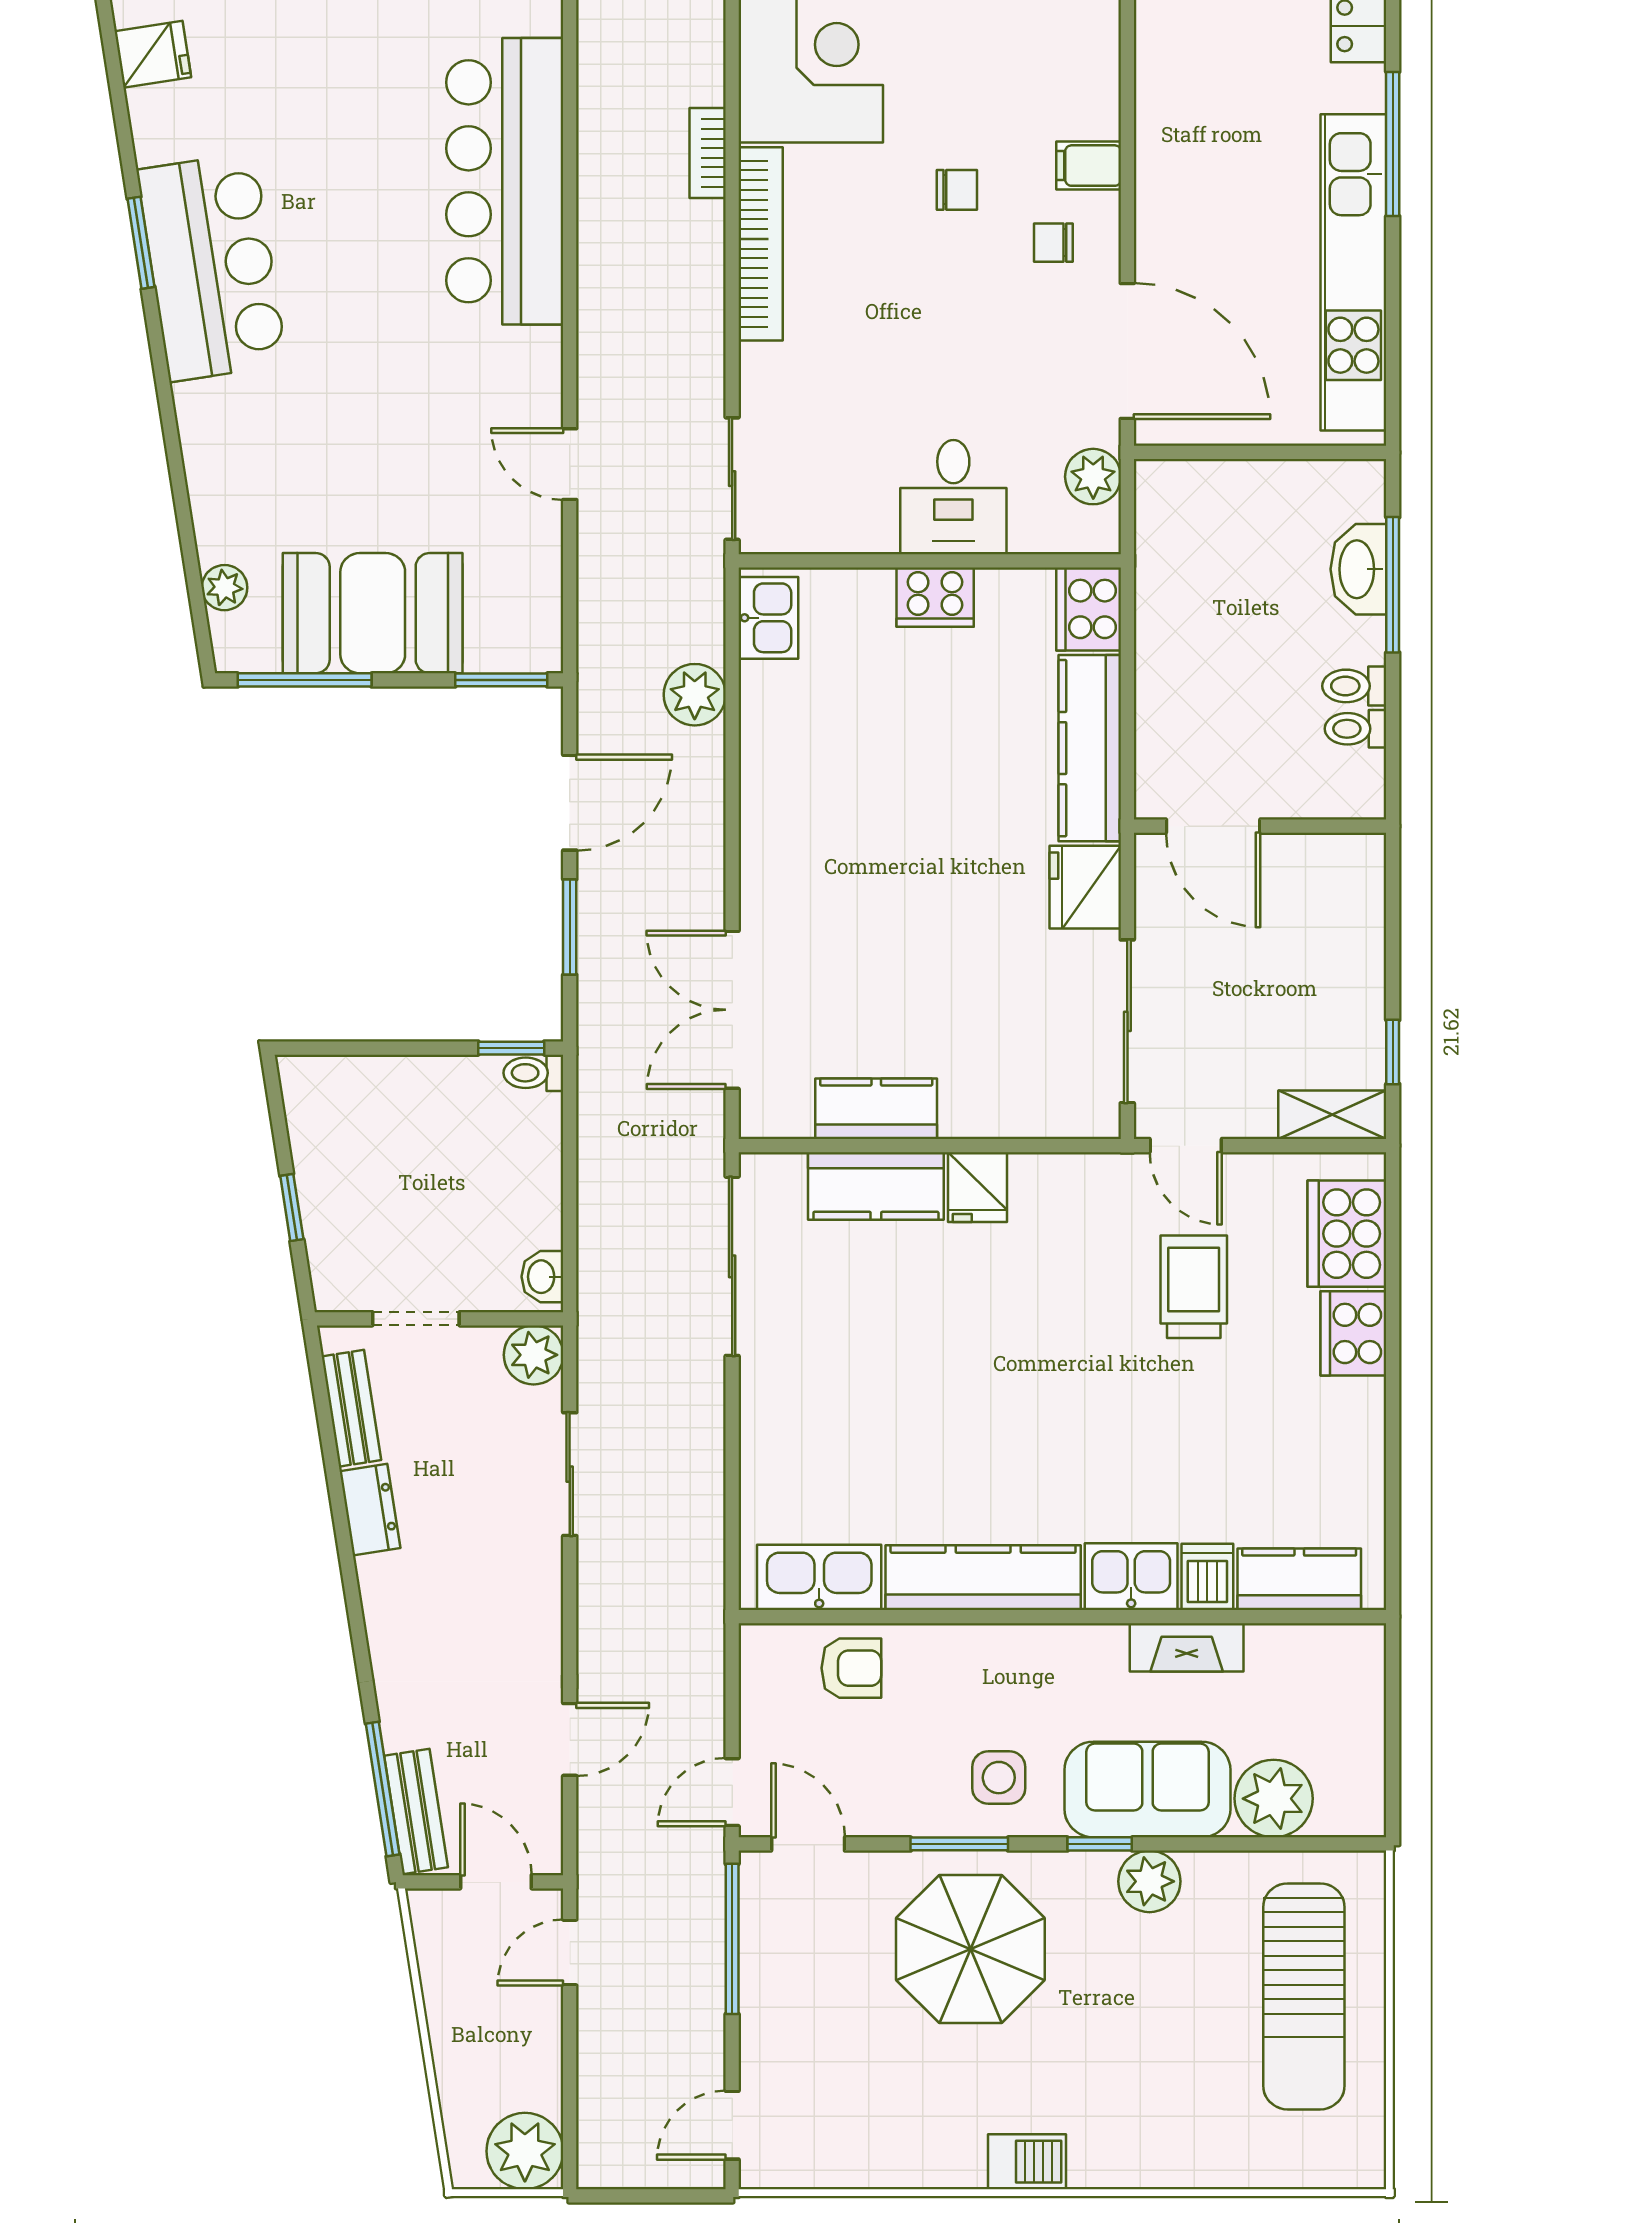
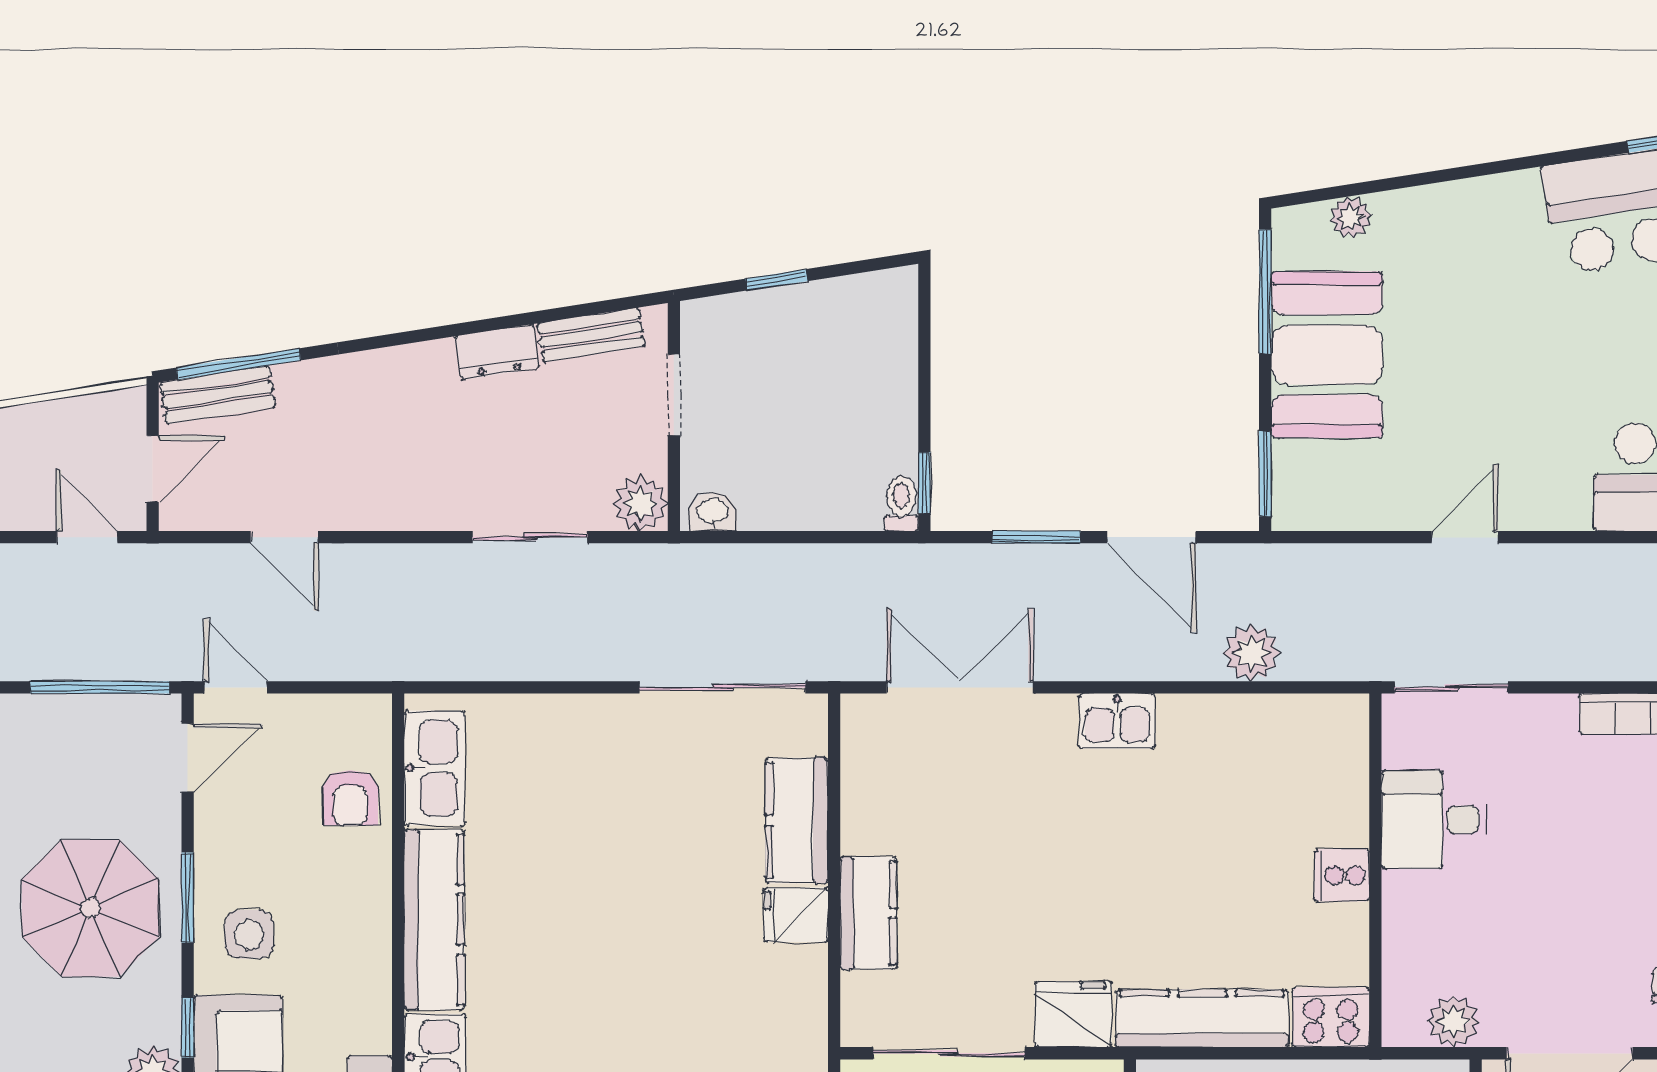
desk: (953, 497) -> (1434, 820), moved
cooker: (935, 597) -> (1342, 875), width x0.73
kitchen sink: (768, 618) -> (1117, 721), moved
kitchen counter: (876, 1109) -> (868, 913), moved

